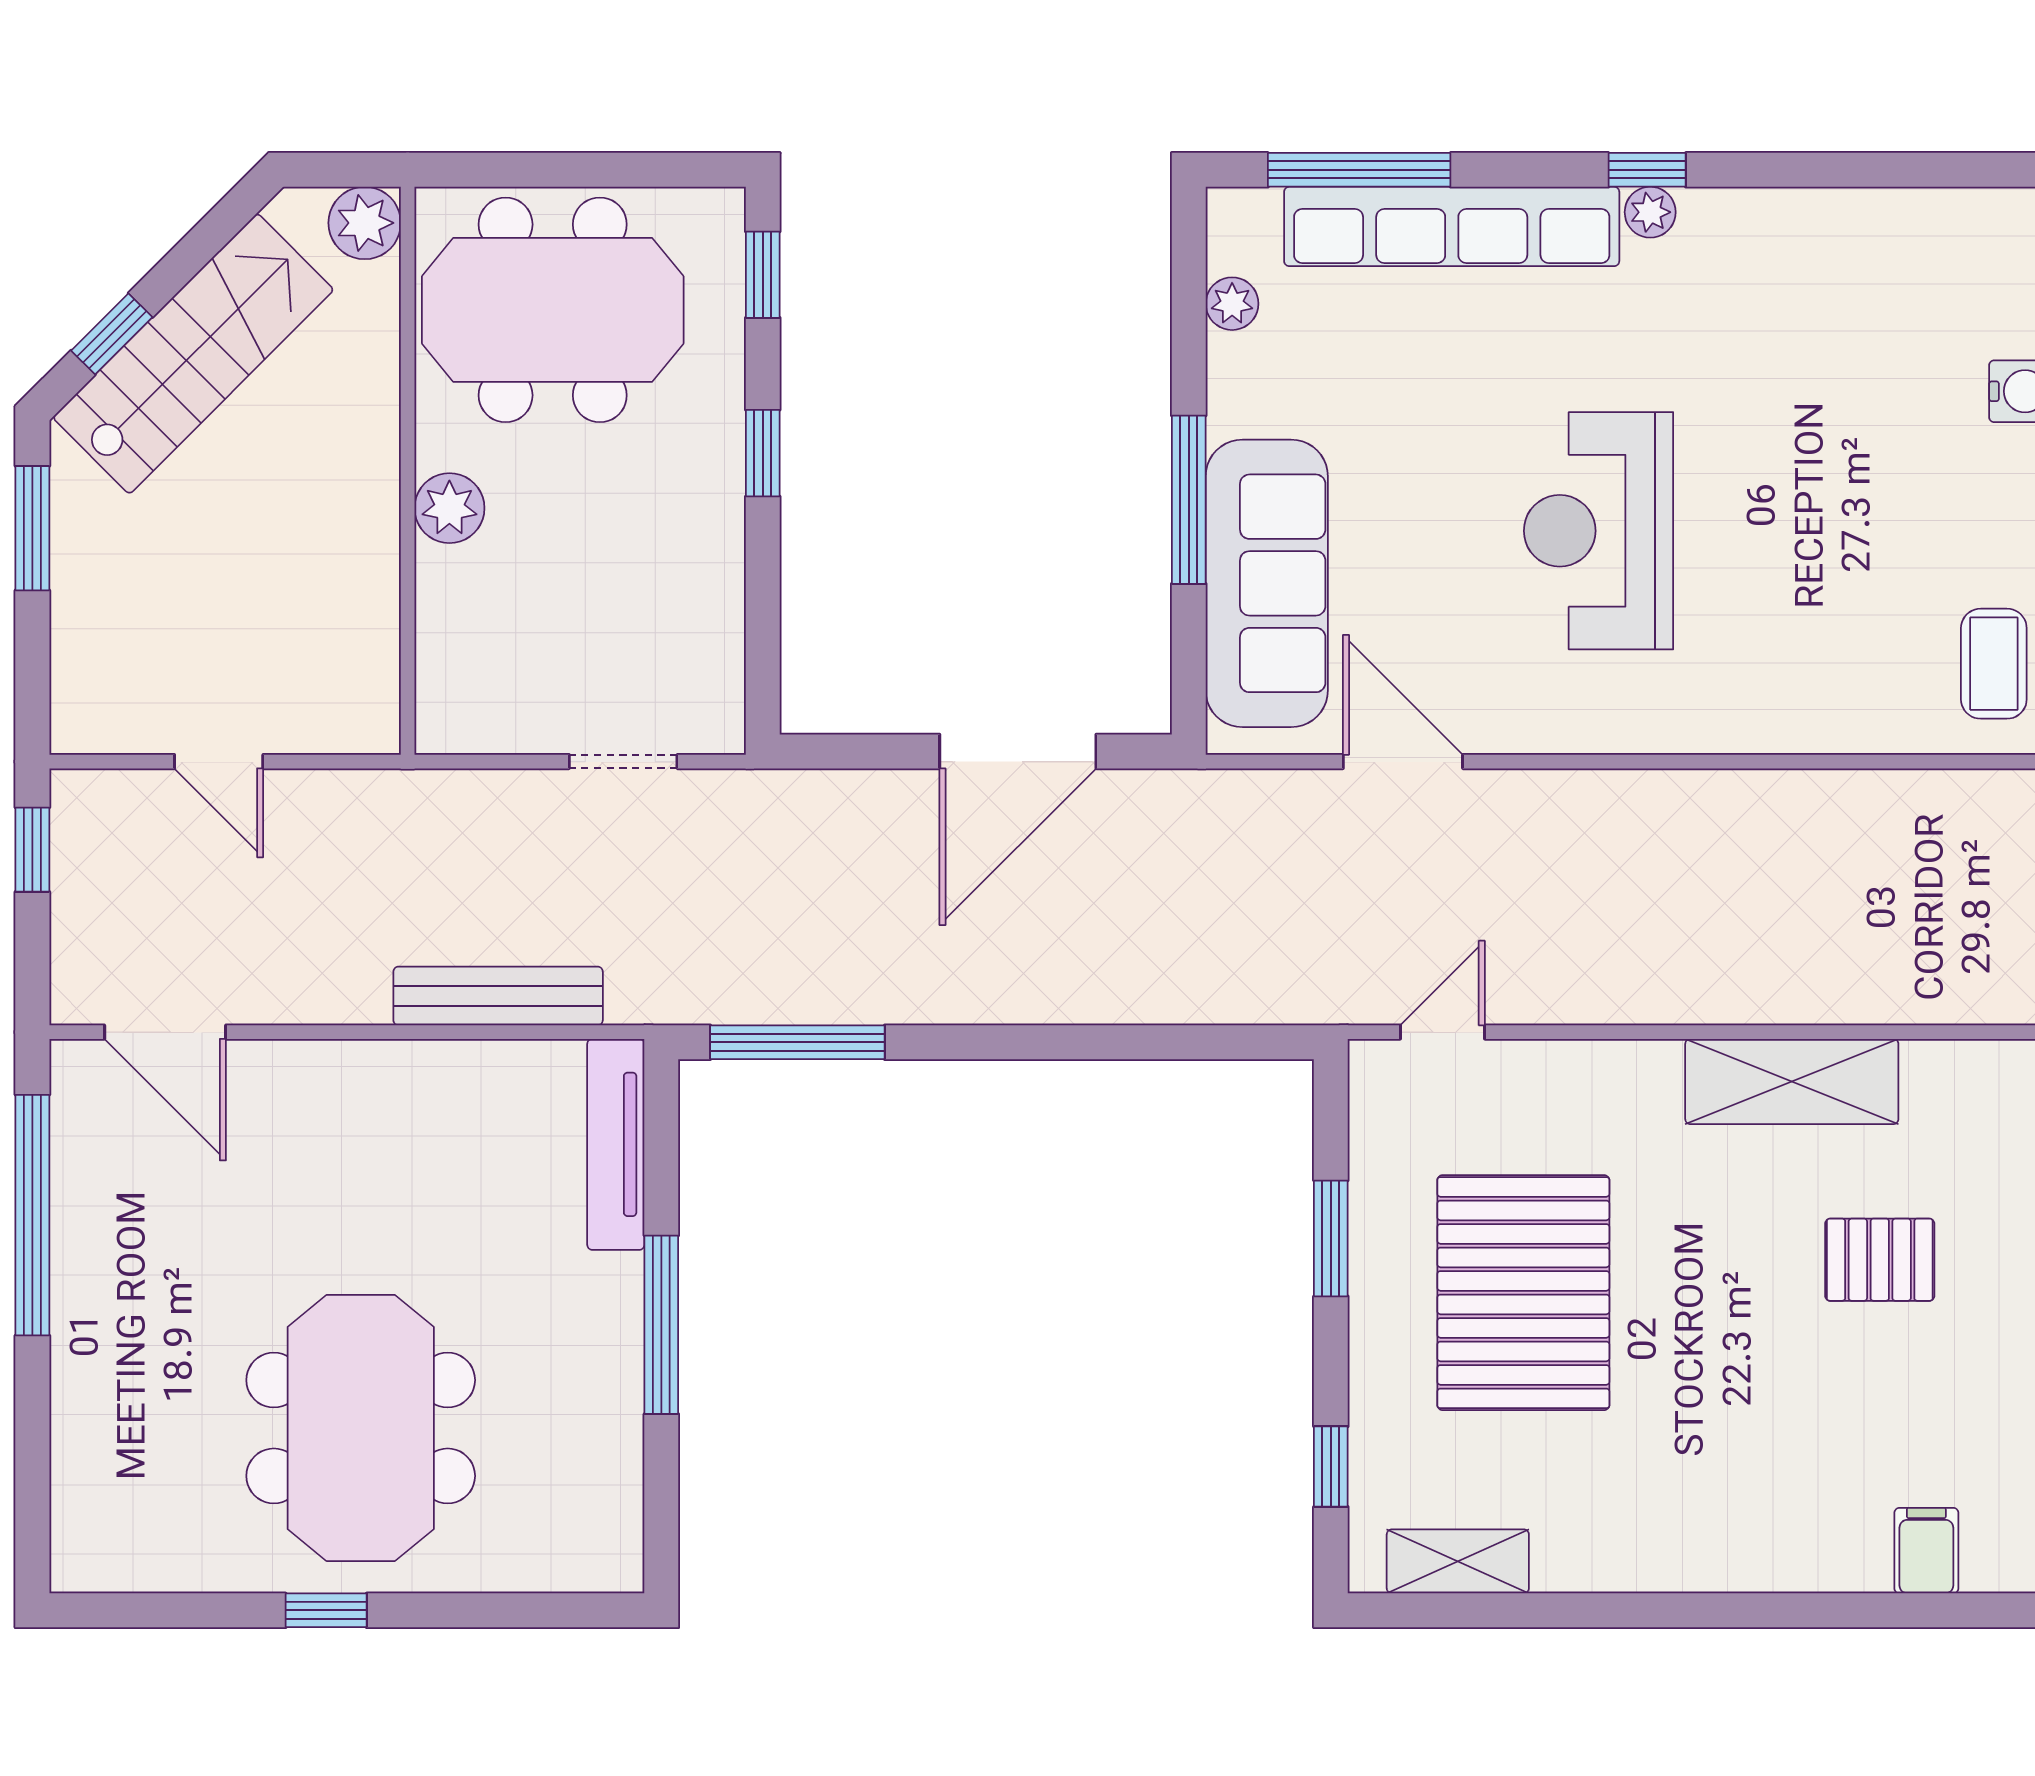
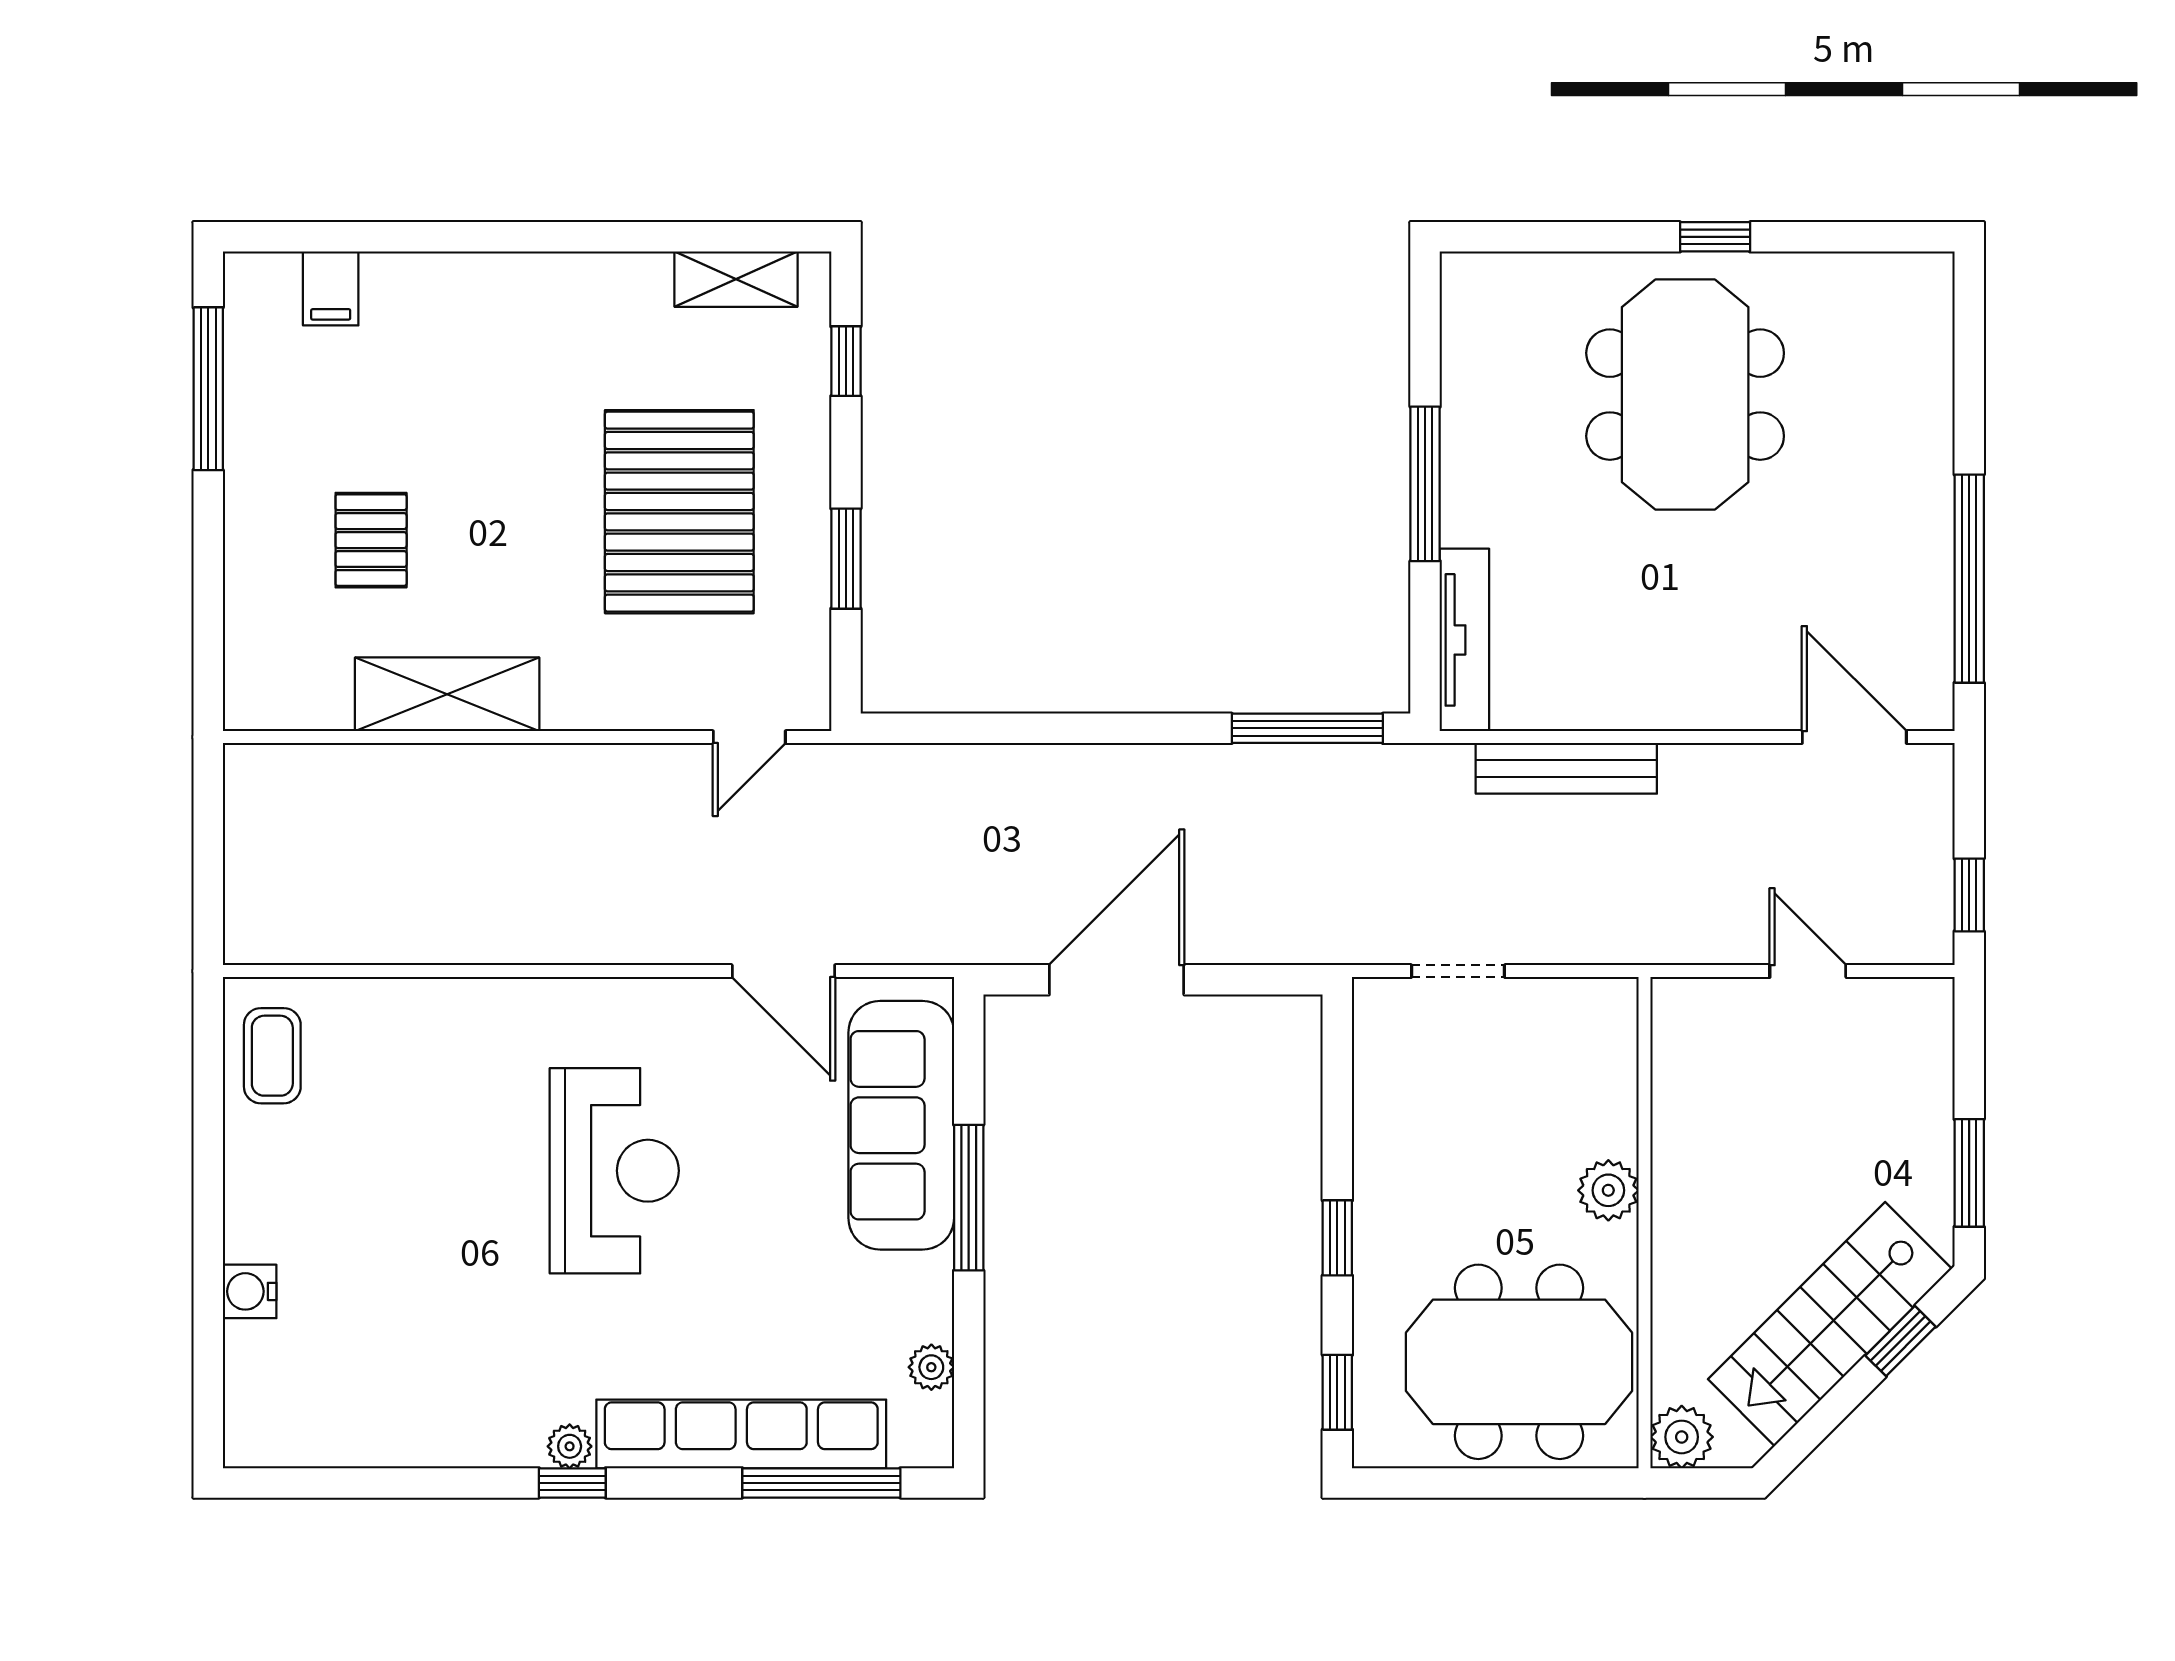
pallet: (1880, 1260) -> (371, 540), turned 90

